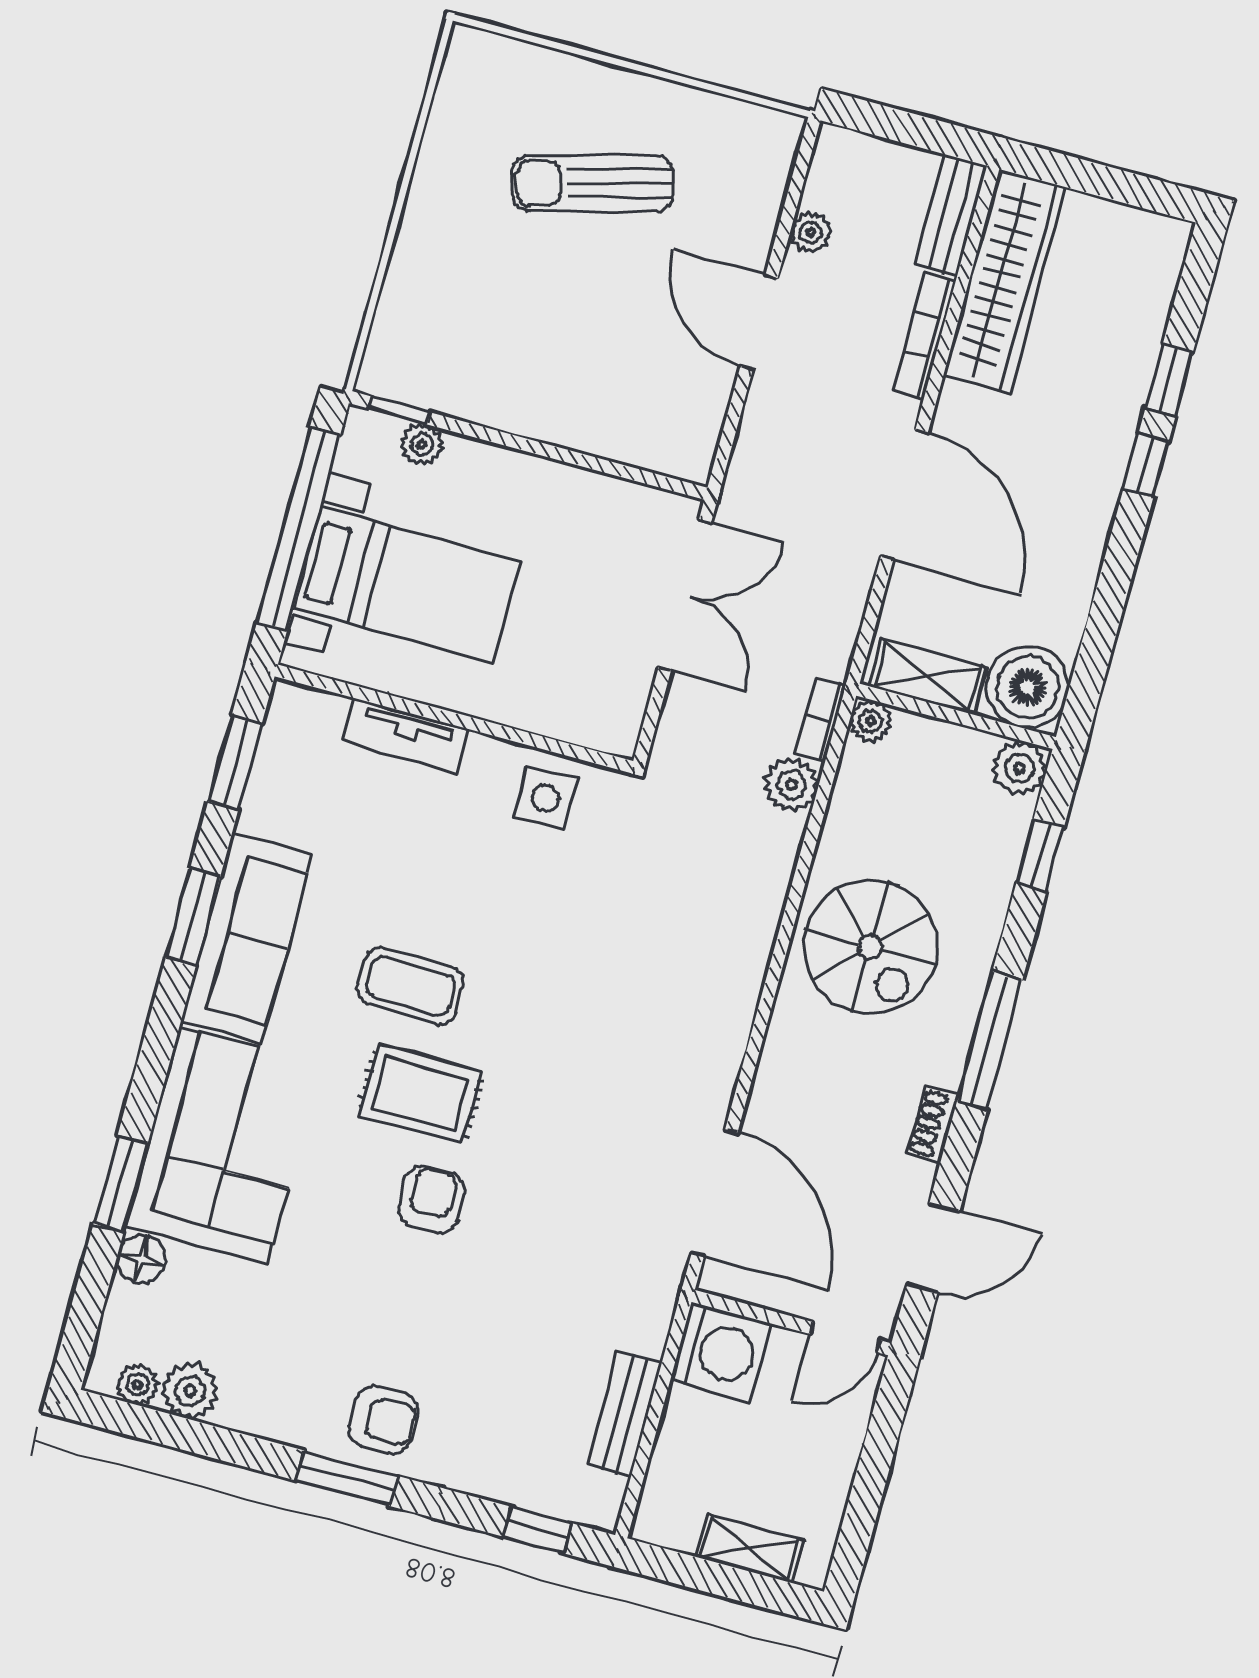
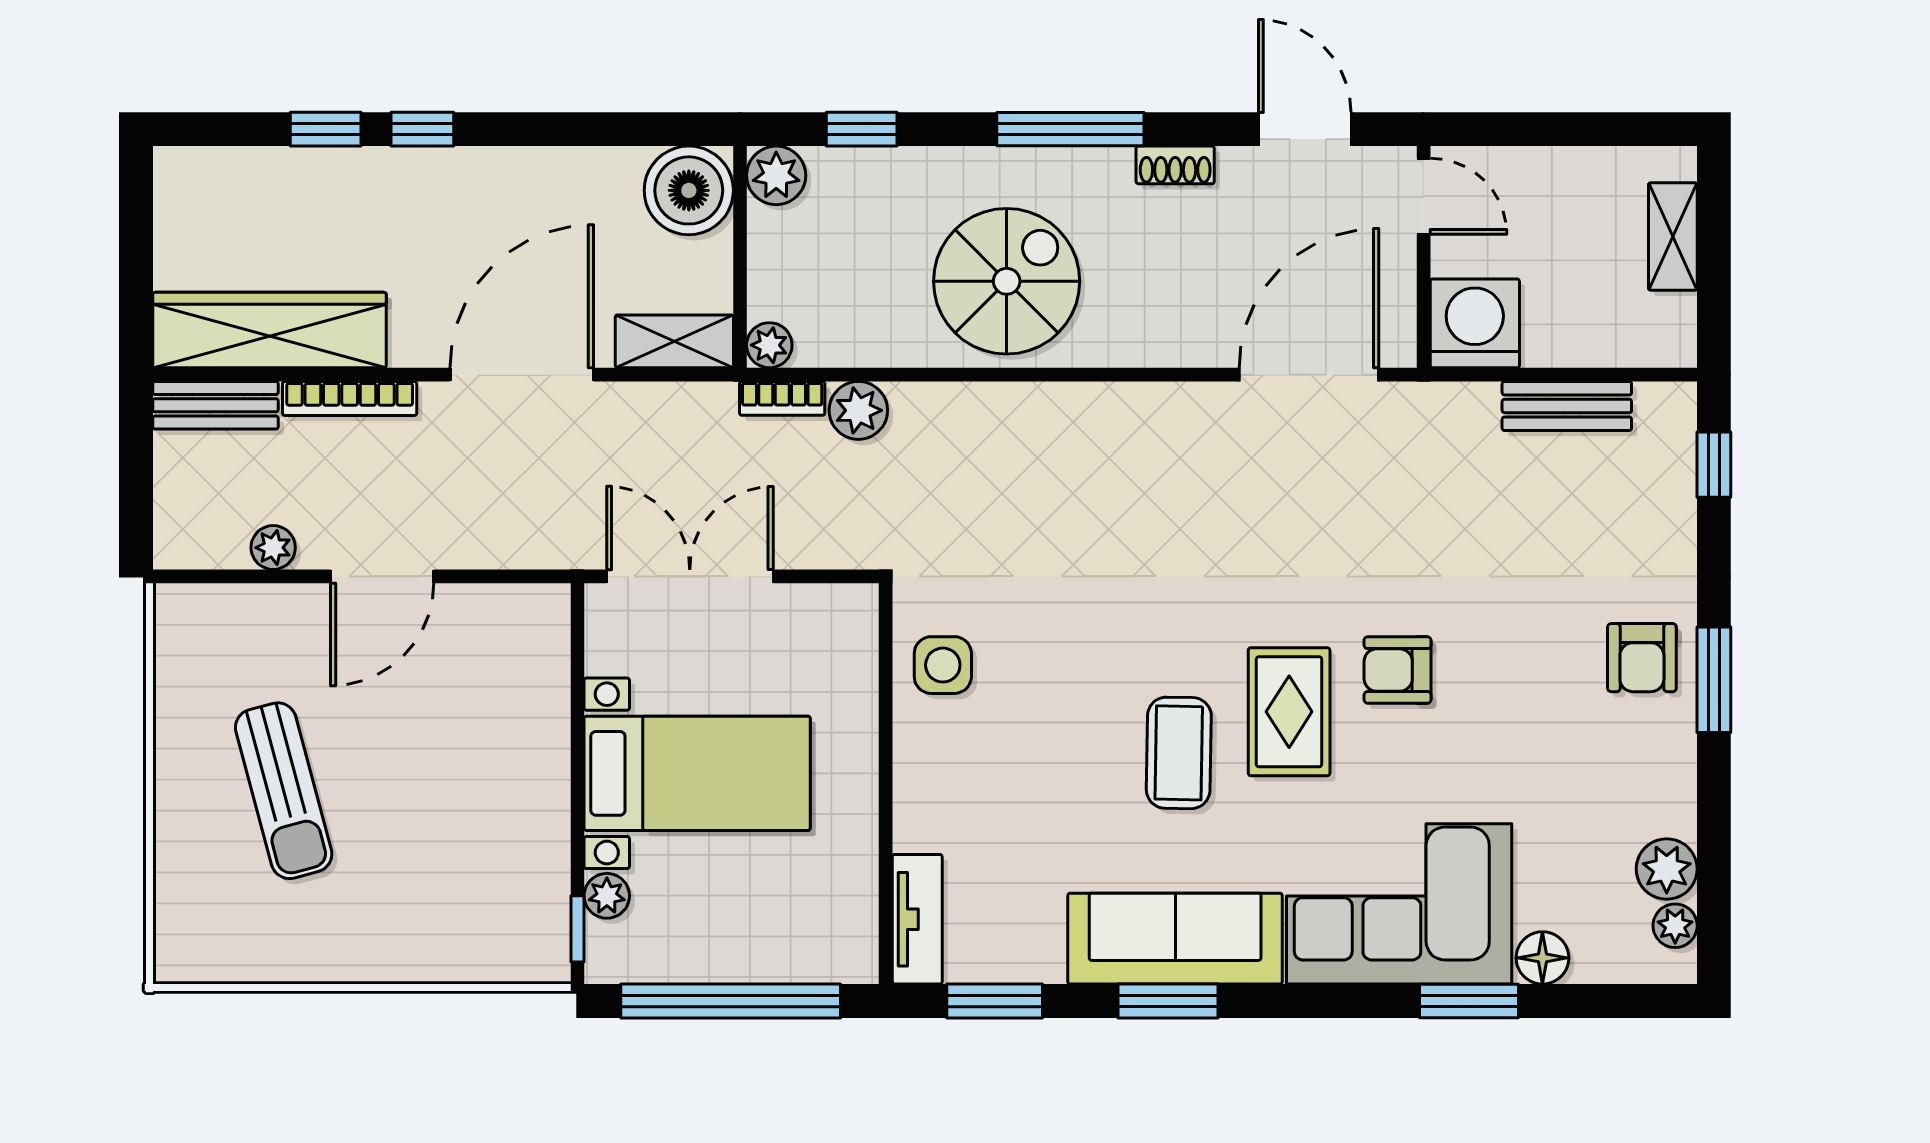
bed with nightstands: (407, 585) -> (697, 773), moved, turned 90
shelving: (927, 677) -> (674, 341), moved, turned 90
tv unit: (406, 736) -> (917, 919), moved
armchair: (383, 1420) -> (1642, 658), turned 180

